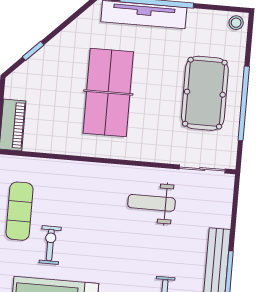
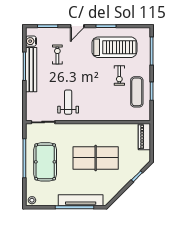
table tennis table: (108, 92) -> (96, 158), turned 90
weight bench: (152, 203) -> (68, 102), turned -90

